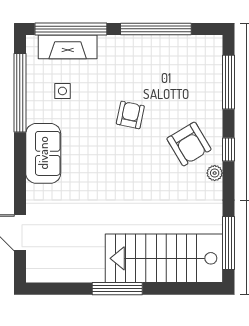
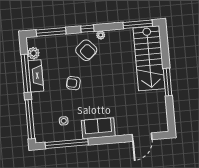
plant: (192, 46) -> (33, 53), added
fireplace: (68, 47) -> (36, 76), moved
armchair: (189, 144) -> (86, 50), turned 80

